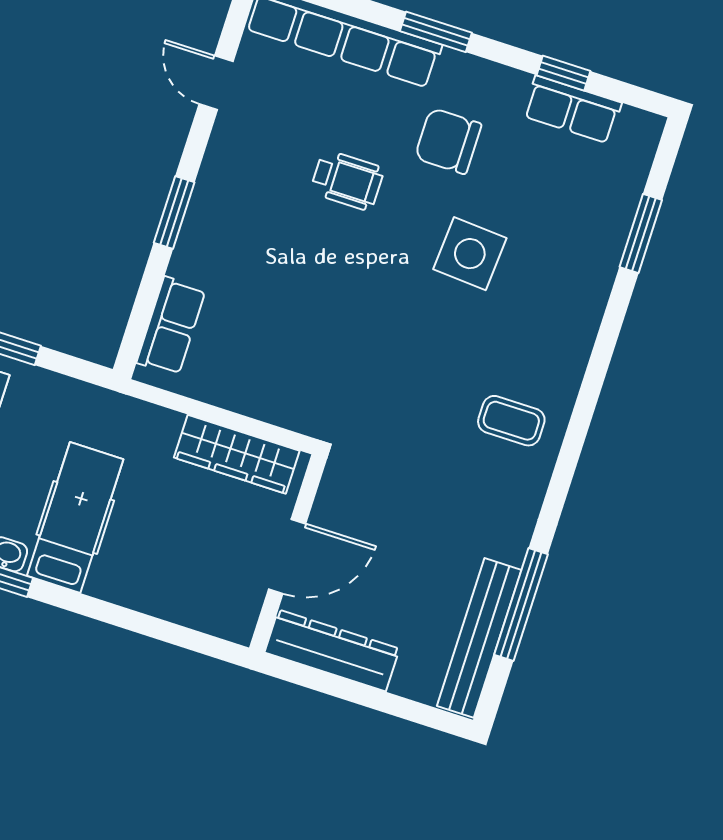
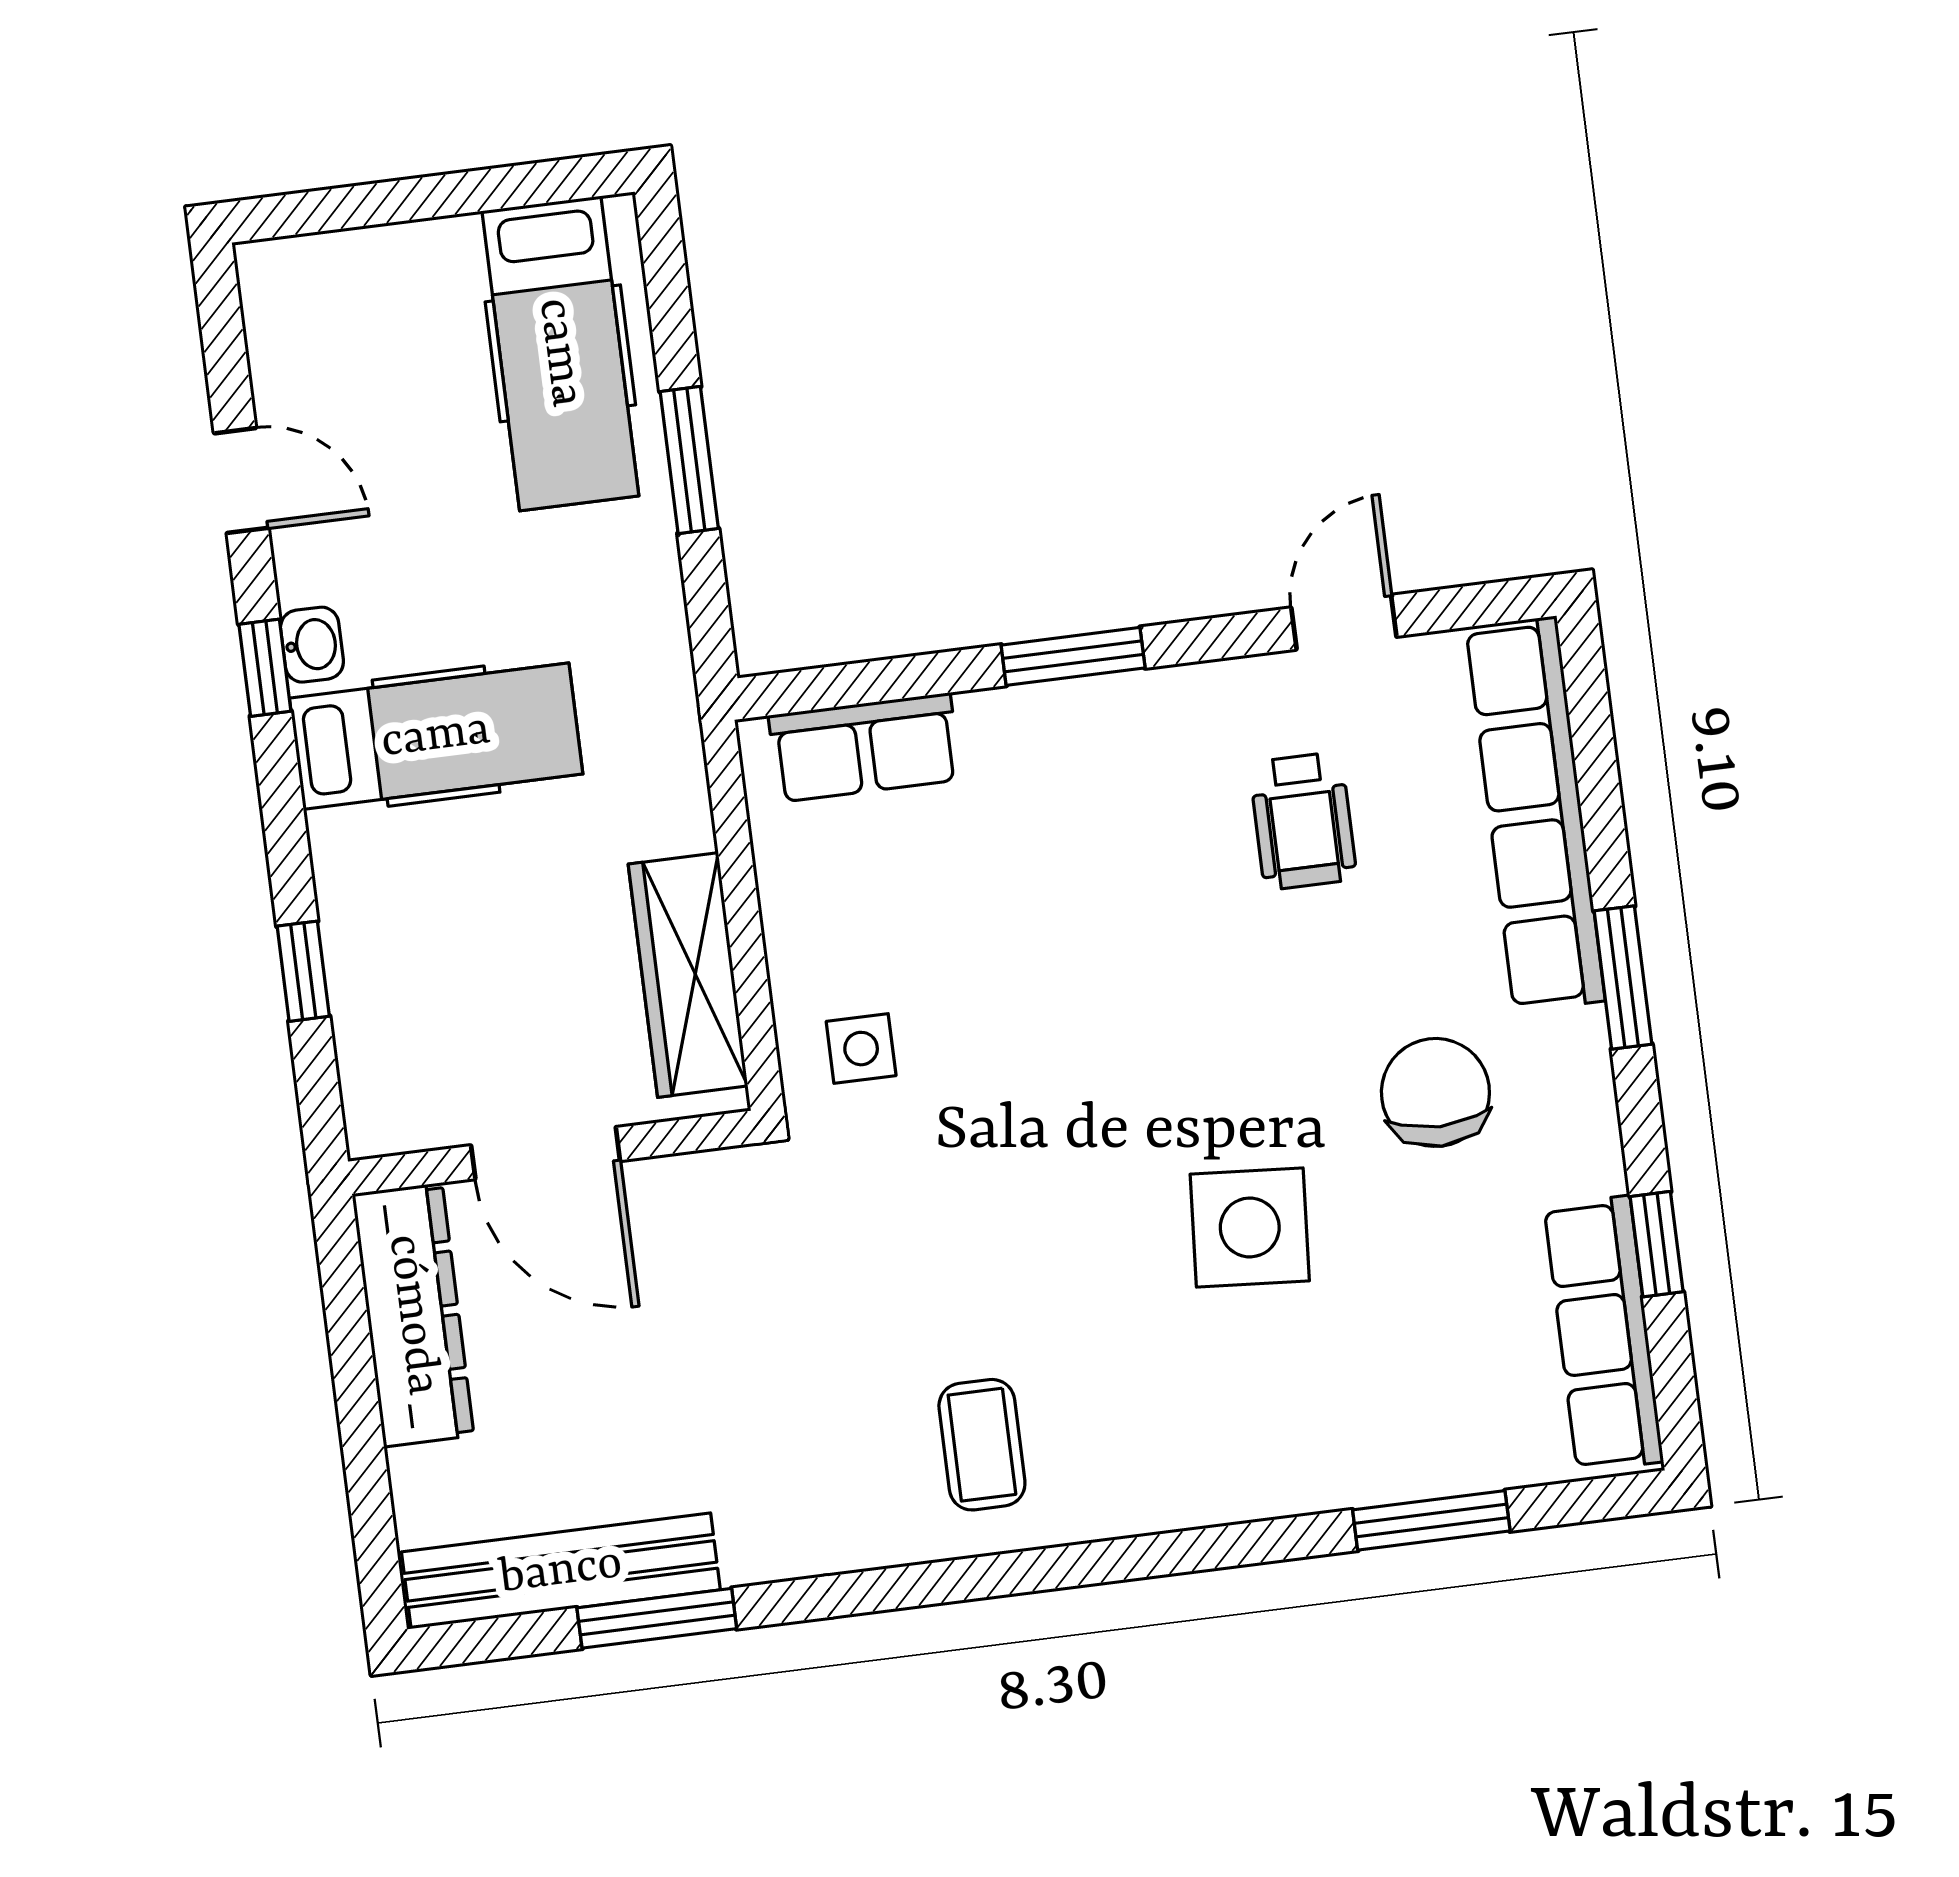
row of seats: (572, 109) -> (1604, 1334), width x1.48
wheelchair: (347, 180) -> (1303, 821), moved
side table: (307, 391) -> (861, 1049), added
window: (521, 605) -> (657, 1618), width x0.69
window: (153, 627) -> (303, 971), added

